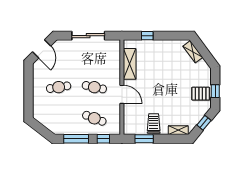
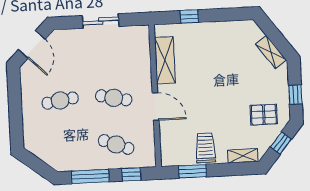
sliding door: (88, 36) -> (101, 21), width x0.73
shelving: (193, 52) -> (271, 52), moved
pallet: (201, 94) -> (264, 115), moved

